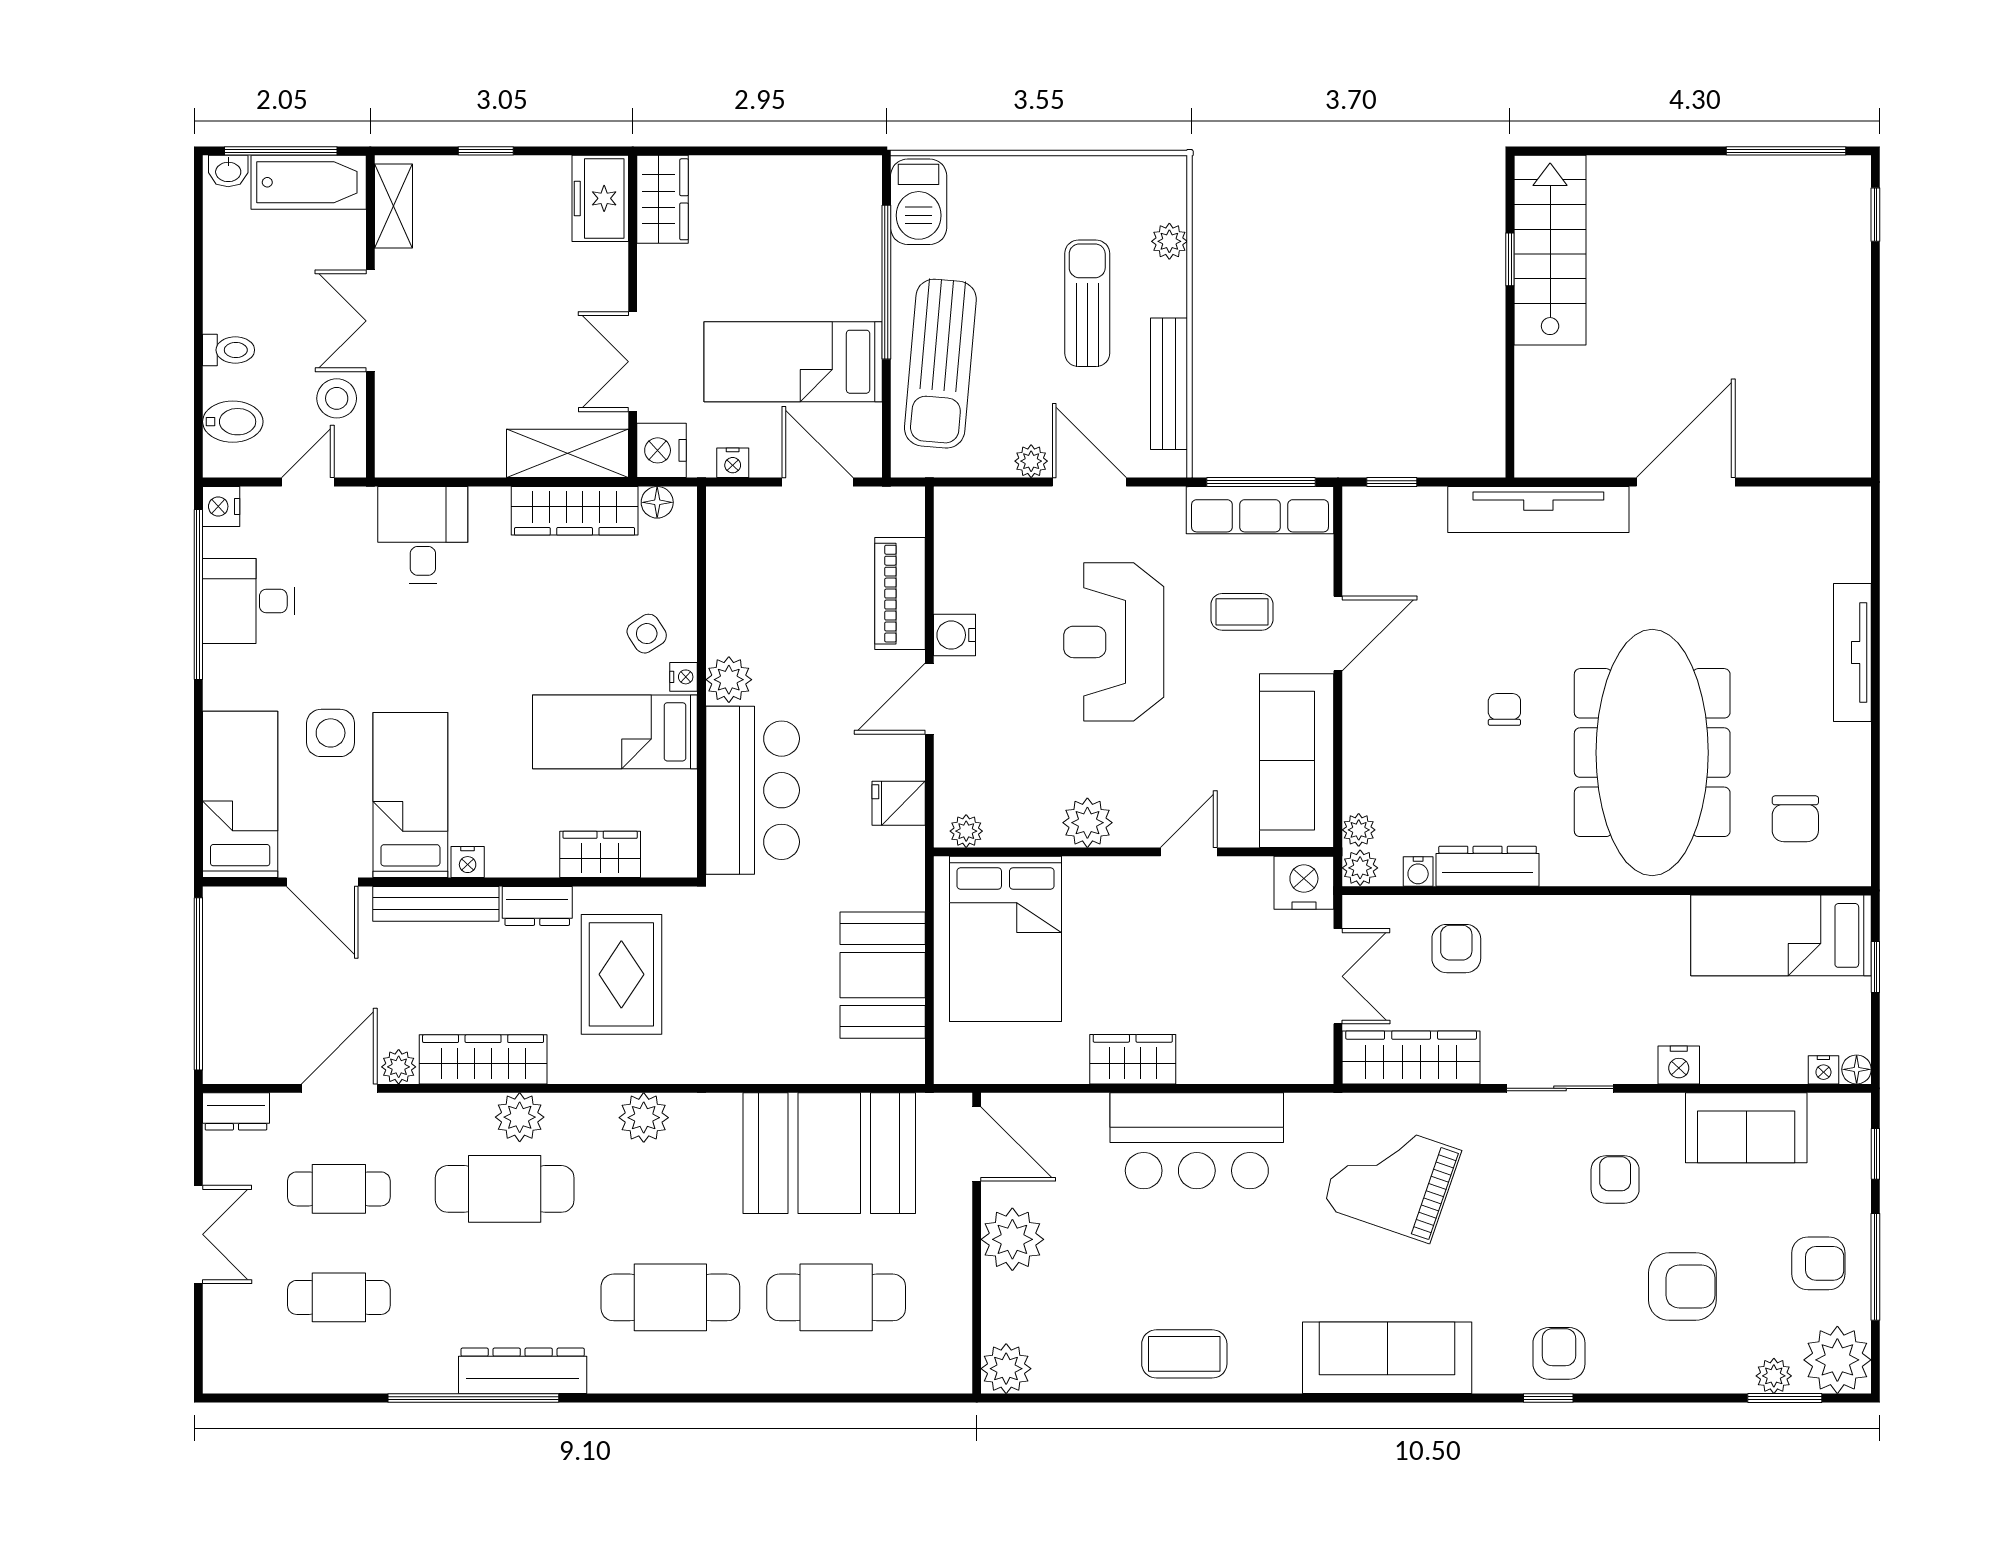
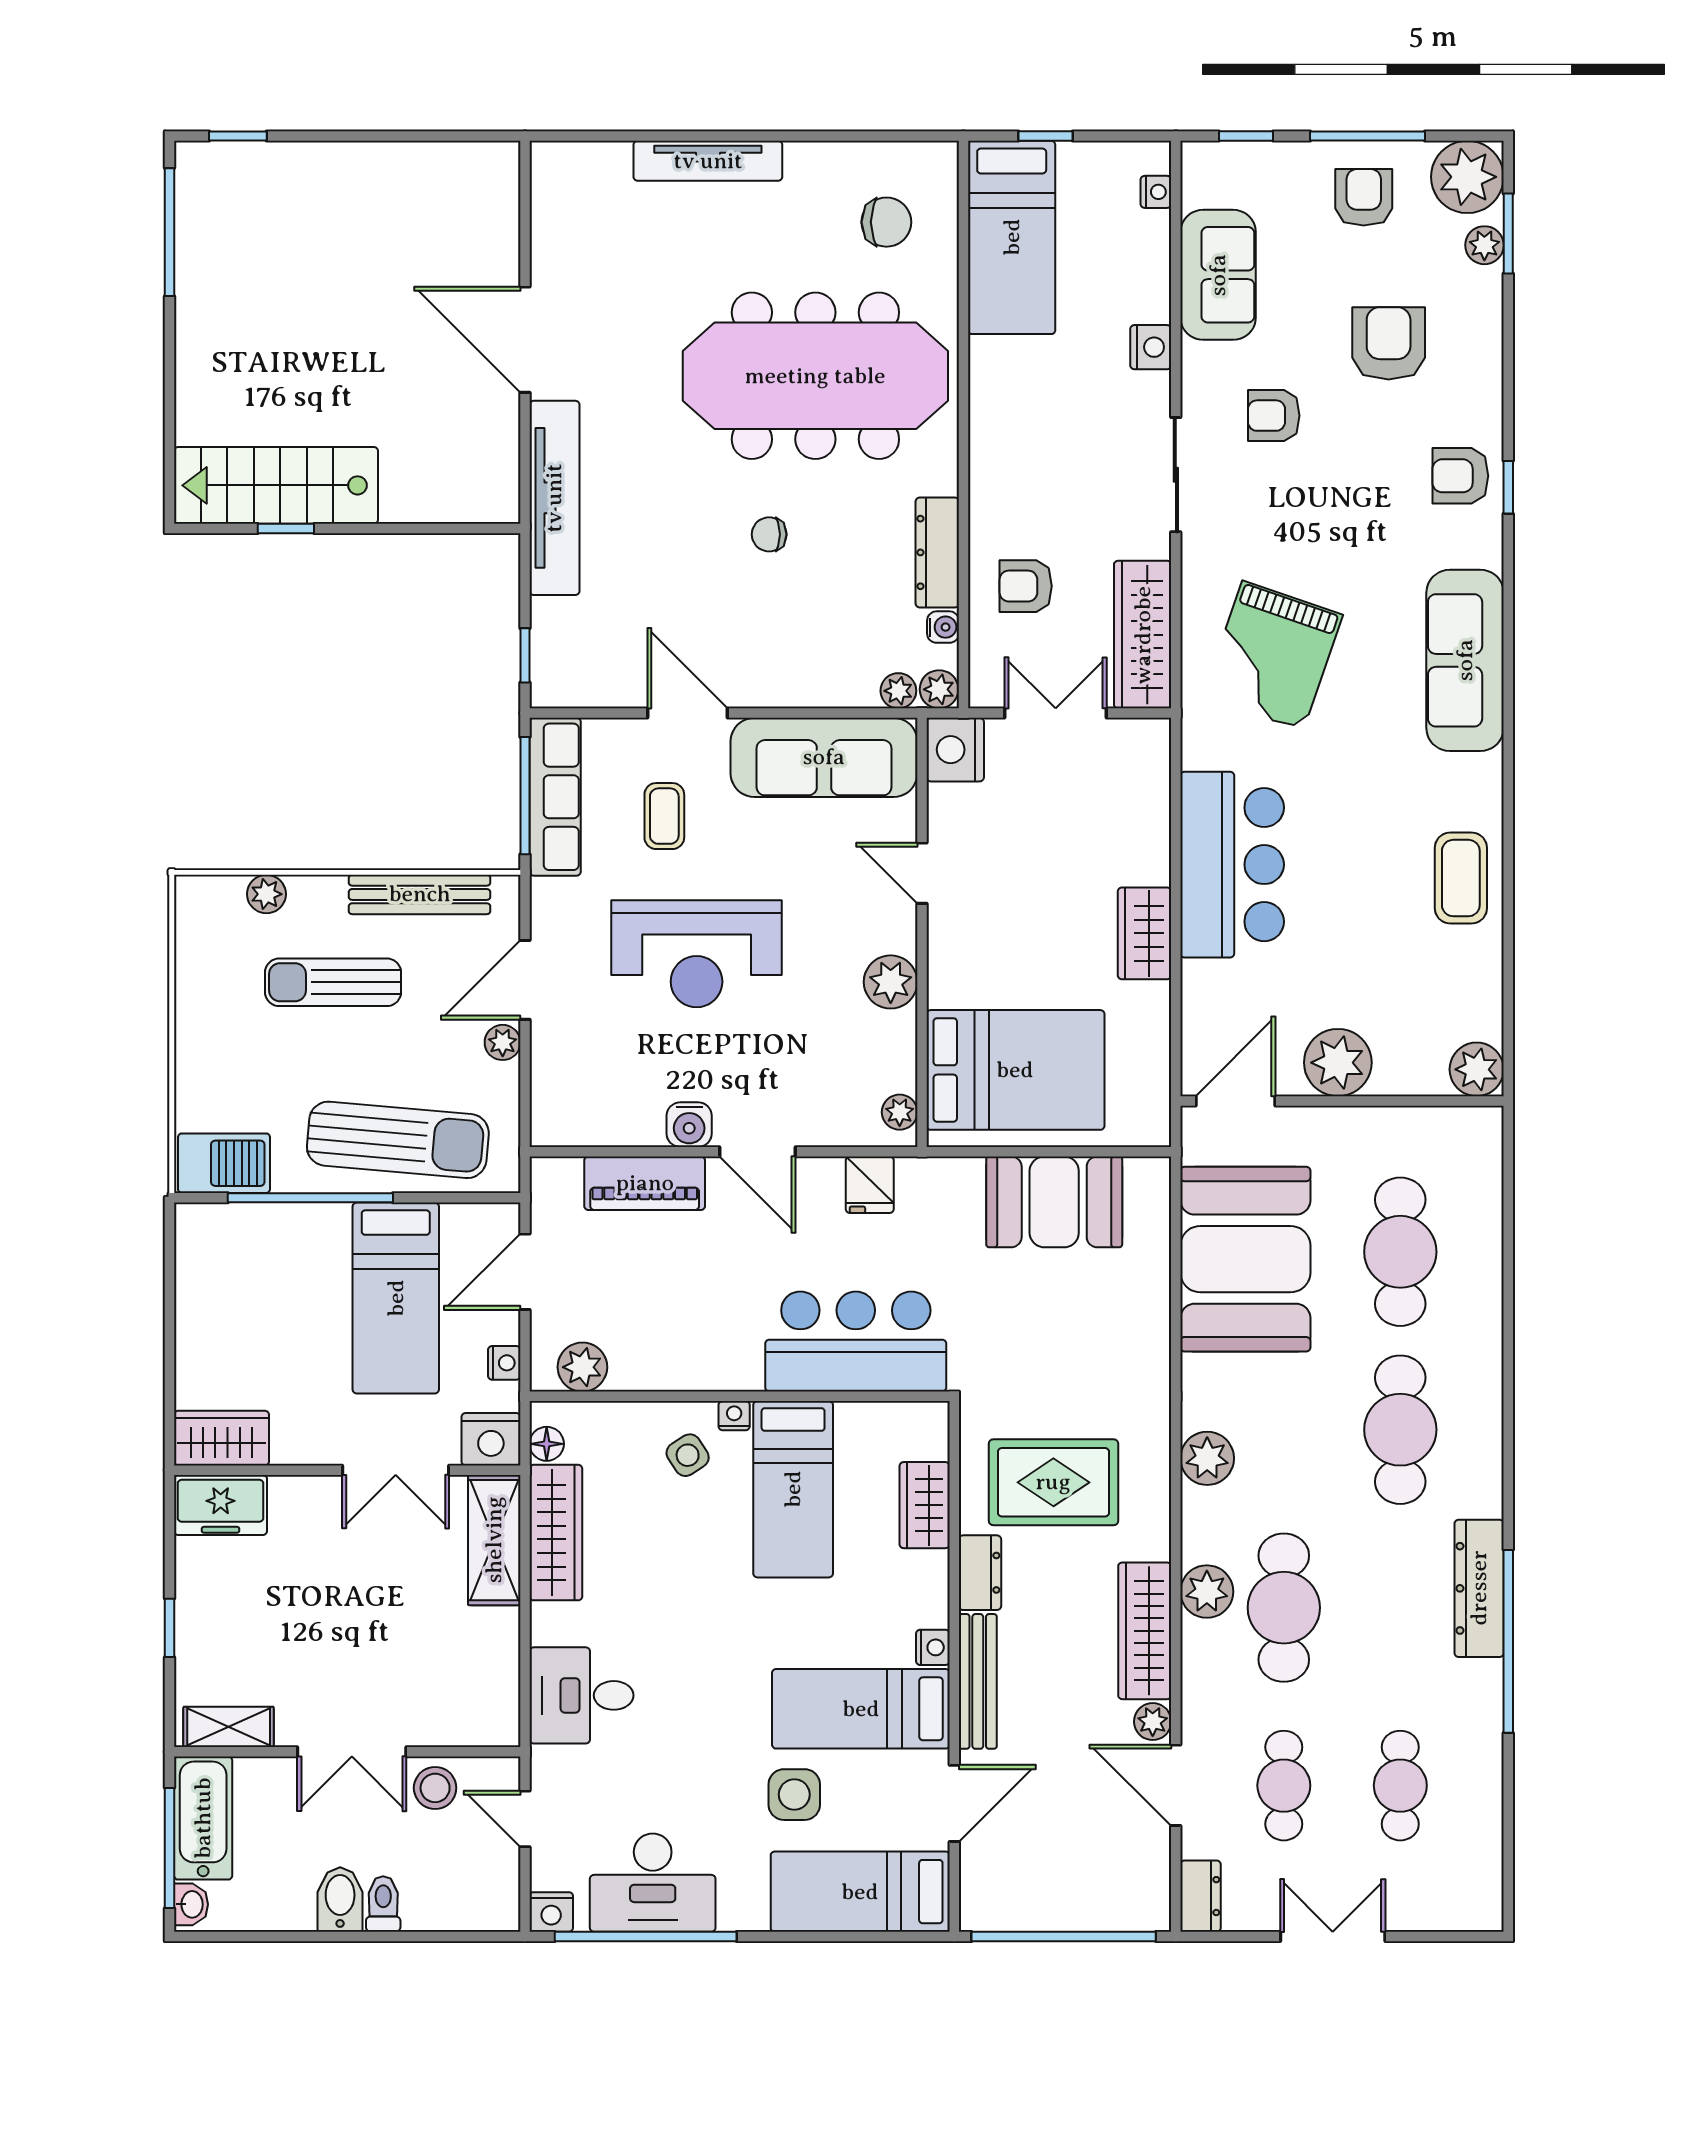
bidet: (233, 422) -> (340, 1900), moved
desk: (249, 601) -> (653, 1883), width x1.37
plant: (729, 680) -> (582, 1367), moved
floor lamp: (1857, 1069) -> (1156, 156), removed

